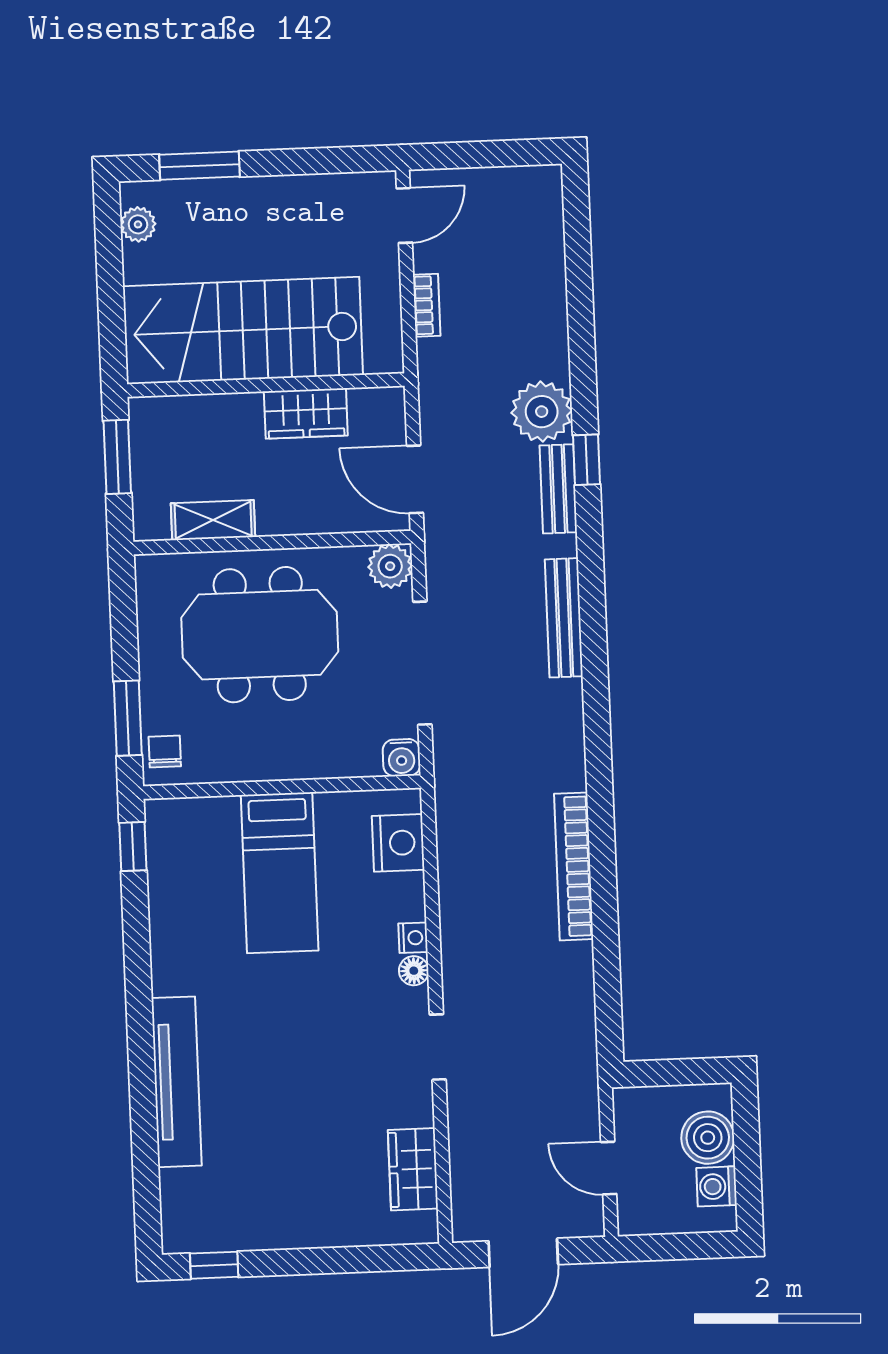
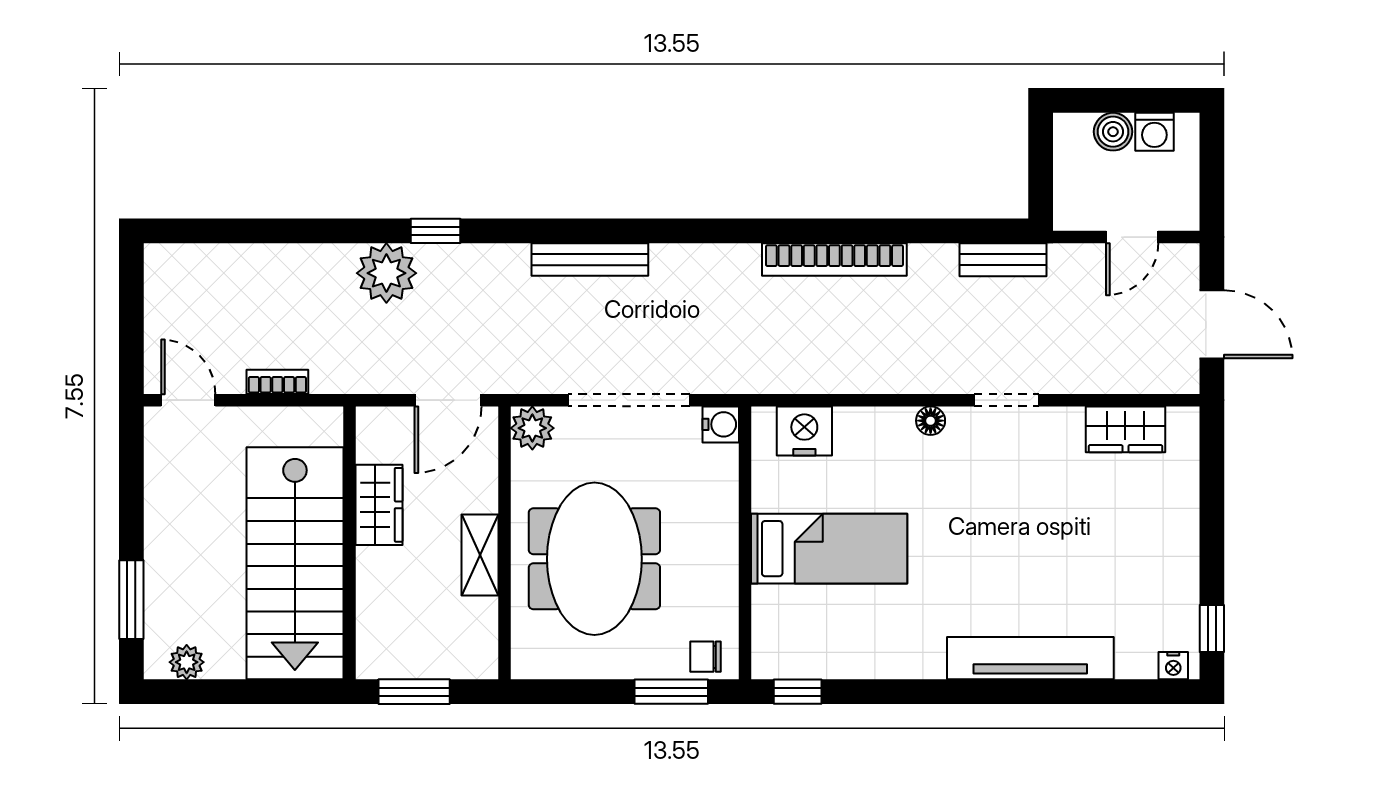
bench: (558, 489) -> (1003, 260), moved
shelving: (213, 520) -> (480, 555), moved
nightstand: (413, 938) -> (1173, 666), moved, turned 180
boiler: (708, 1138) -> (1113, 132), width x0.73, depth x0.73

